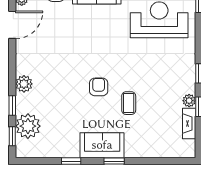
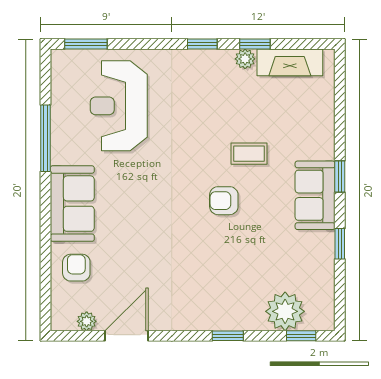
door: (12, 25) -> (127, 336), hinge flipped
plant: (24, 84) -> (219, 318), removed
window: (12, 106) -> (228, 336), moved
fireplace: (189, 123) -> (290, 62), width x1.37, depth x1.32

